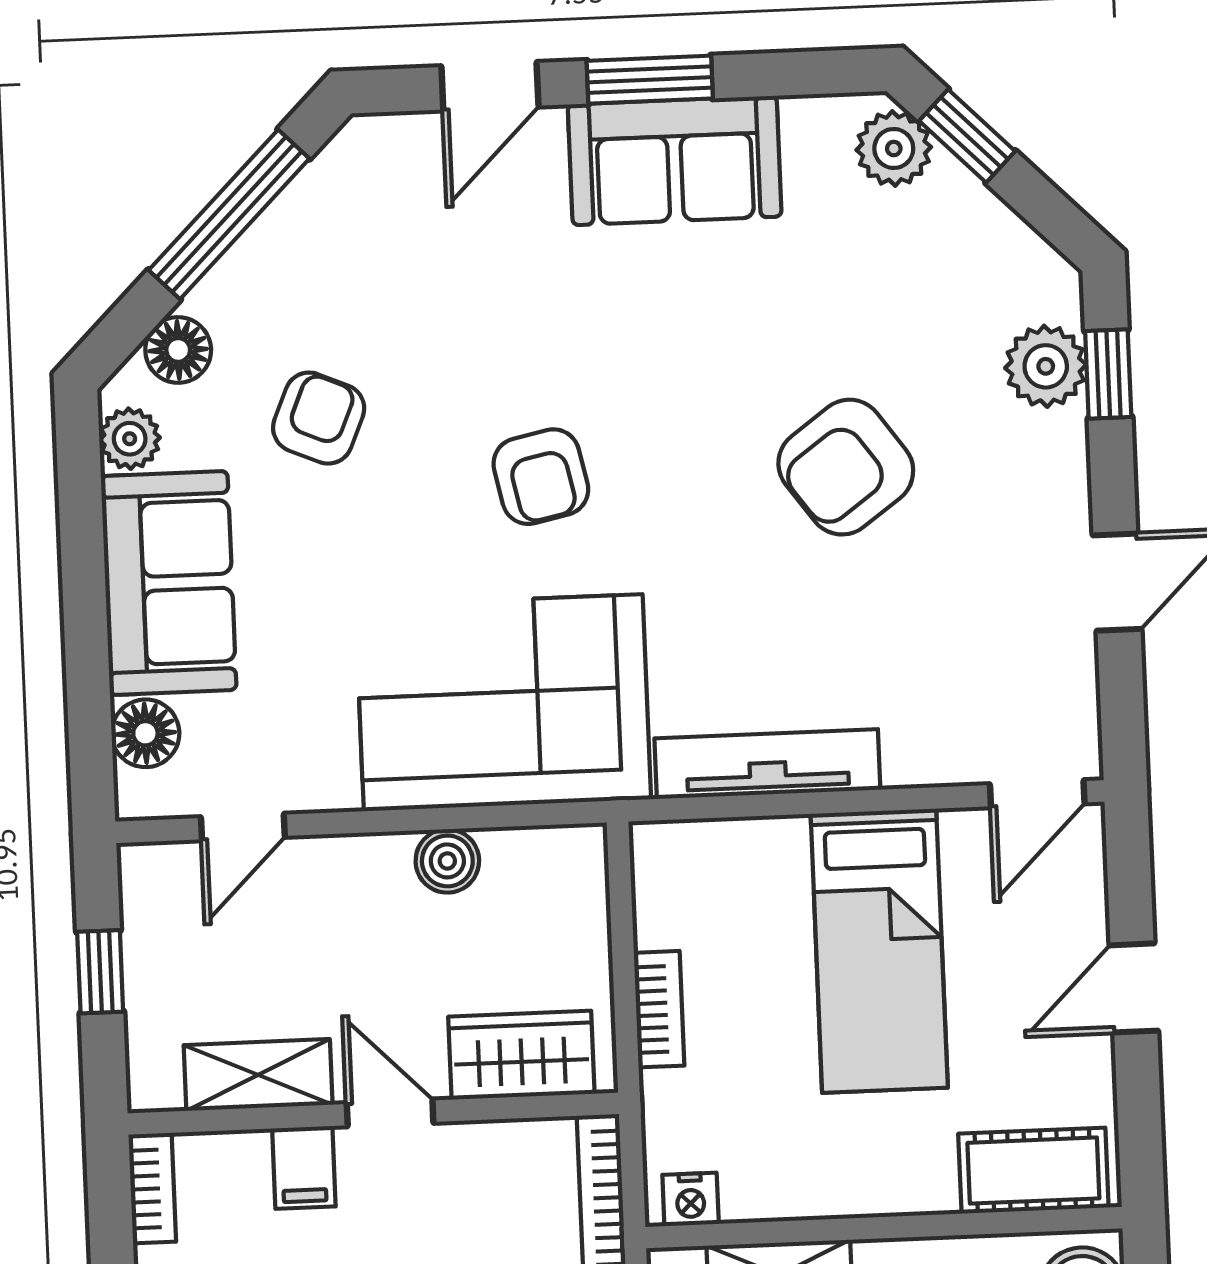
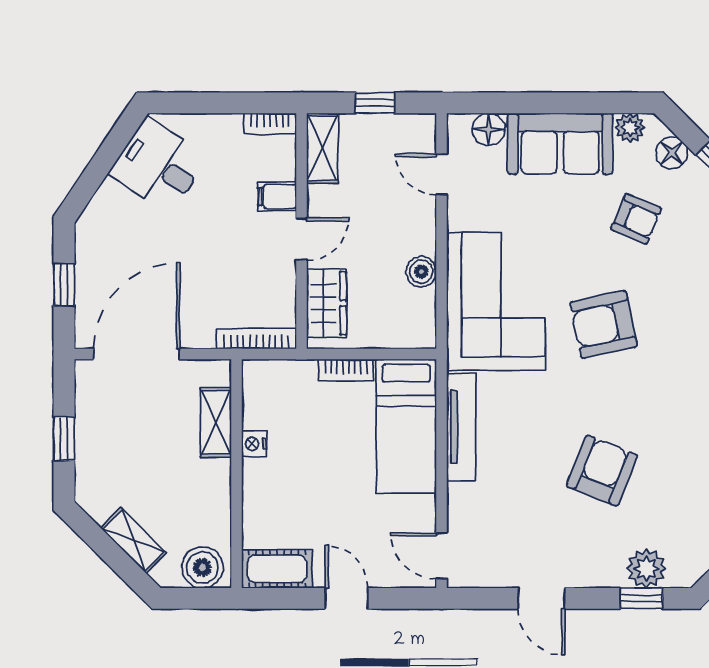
armchair: (846, 467) -> (602, 471), turned 58
armchair: (541, 477) -> (604, 324), width x1.38, depth x1.38
bed: (879, 951) -> (406, 426), moved, turned -90
shelving: (258, 1075) -> (322, 148), moved
cot: (1033, 1171) -> (277, 569), moved, turned 90
nightstand: (691, 1199) -> (254, 444), moved

